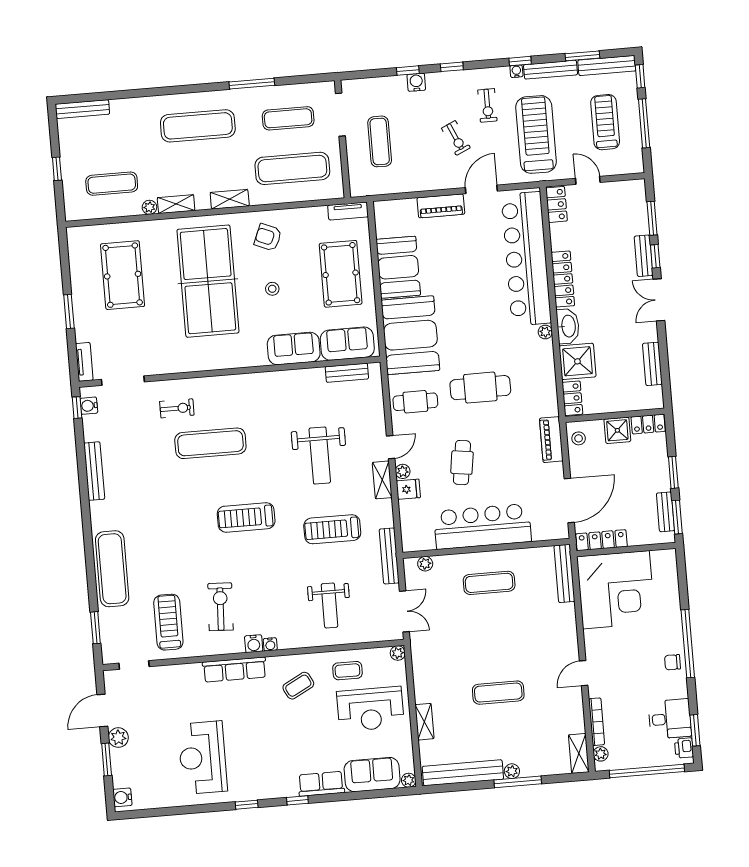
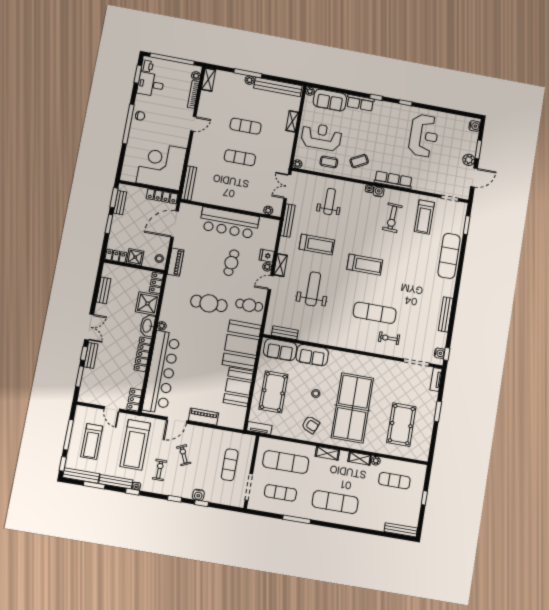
exercise mat: (489, 583) -> (240, 158), moved

